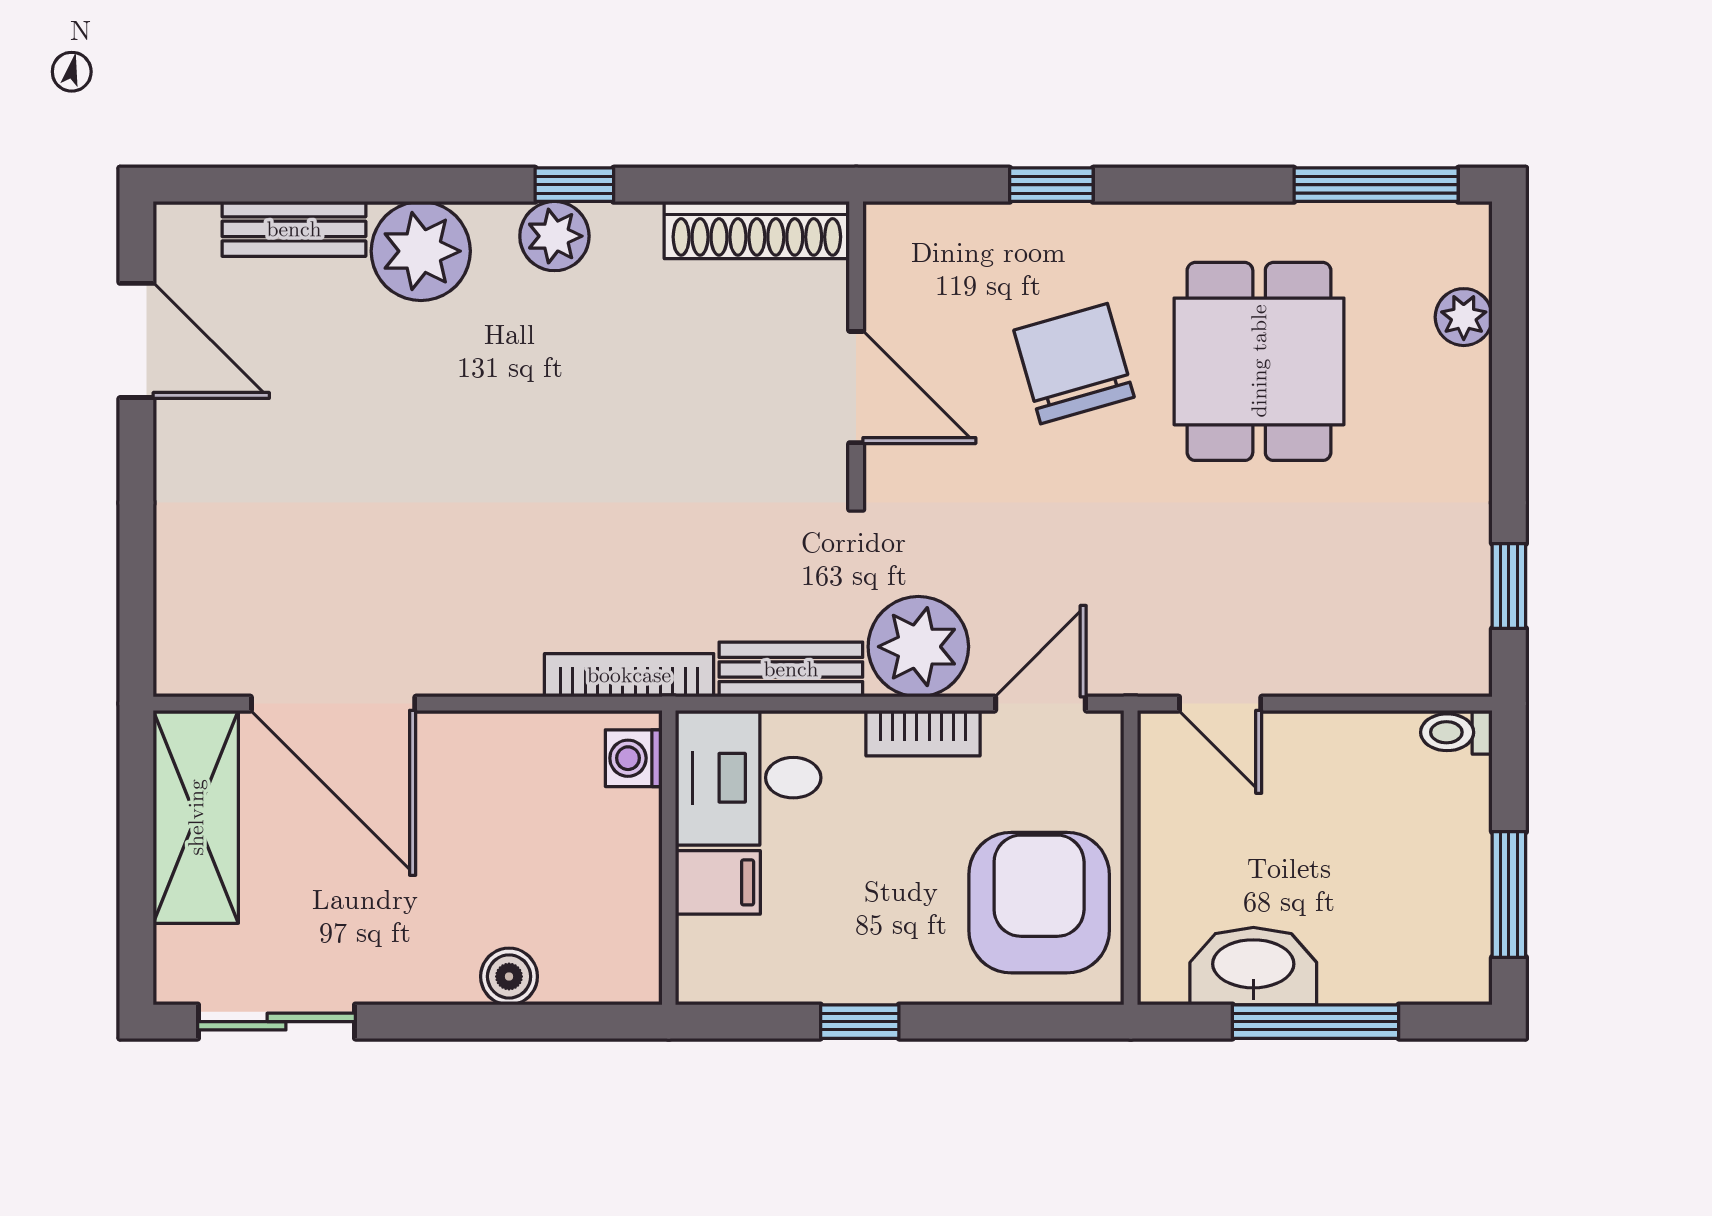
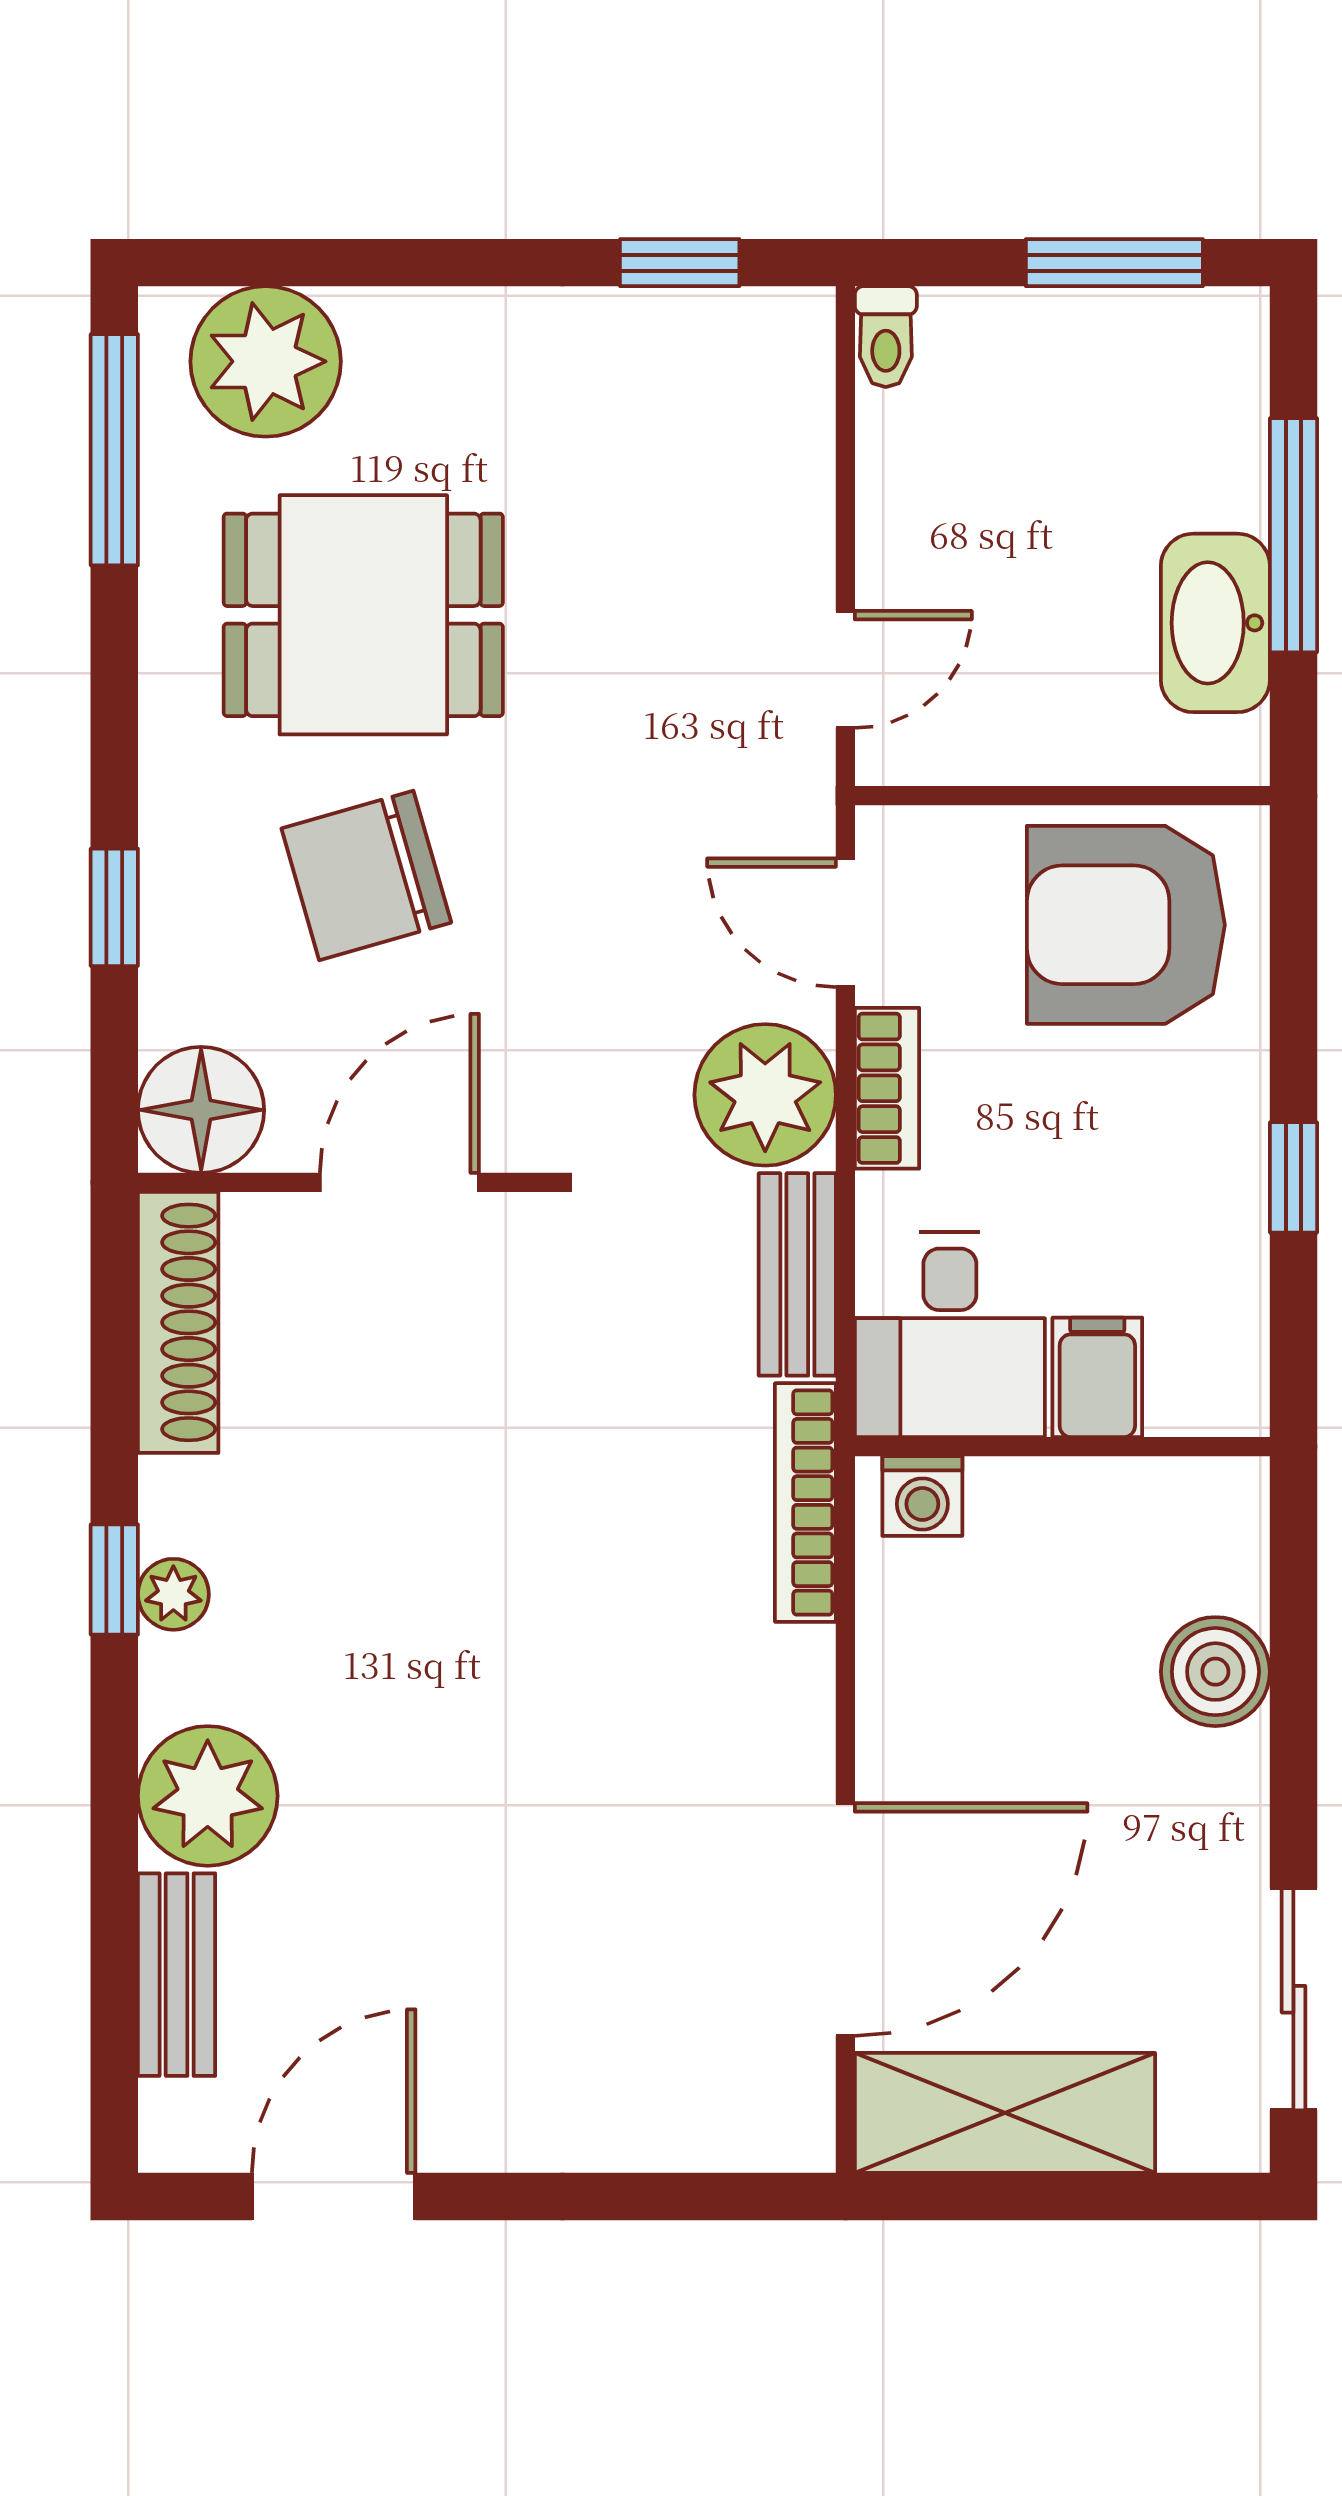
plant: (554, 236) -> (173, 1594), width x0.73, depth x0.73
floor lamp: (908, 246) -> (201, 1110), added
plant: (1464, 317) -> (266, 361), width x1.87, depth x1.87
boiler: (509, 976) -> (1215, 1672), width x1.36, depth x1.36

